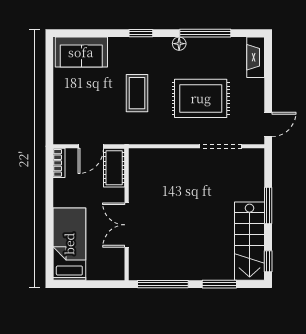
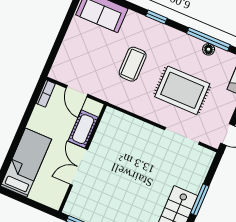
floor lamp: (179, 44) -> (209, 49), moved
door: (91, 146) -> (77, 91), hinge flipped
cot: (114, 168) -> (83, 129), moved

